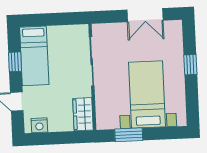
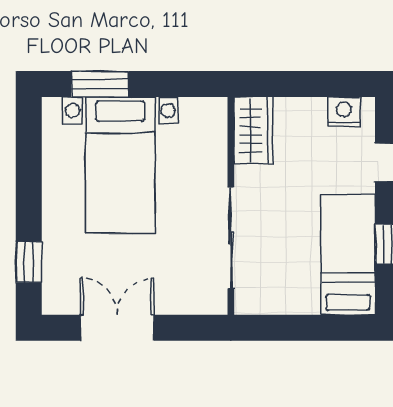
window: (190, 65) -> (29, 262), moved
window: (129, 135) -> (100, 84), moved

